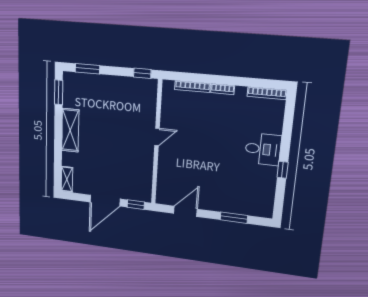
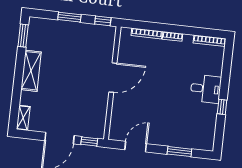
window: (87, 69) -> (69, 17), moved
door: (157, 137) -> (113, 78), width x1.88

